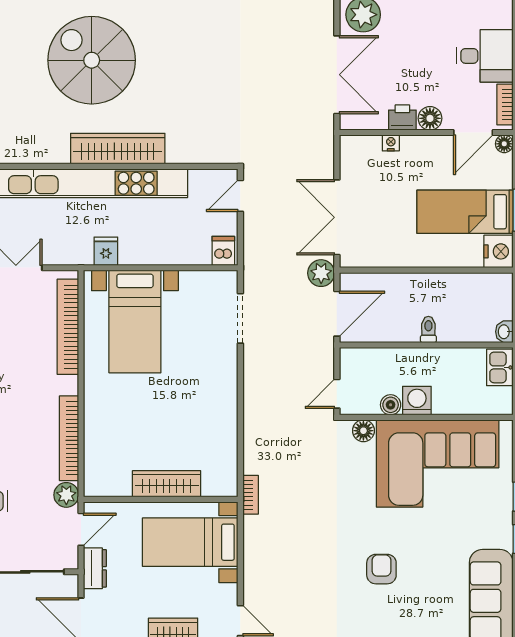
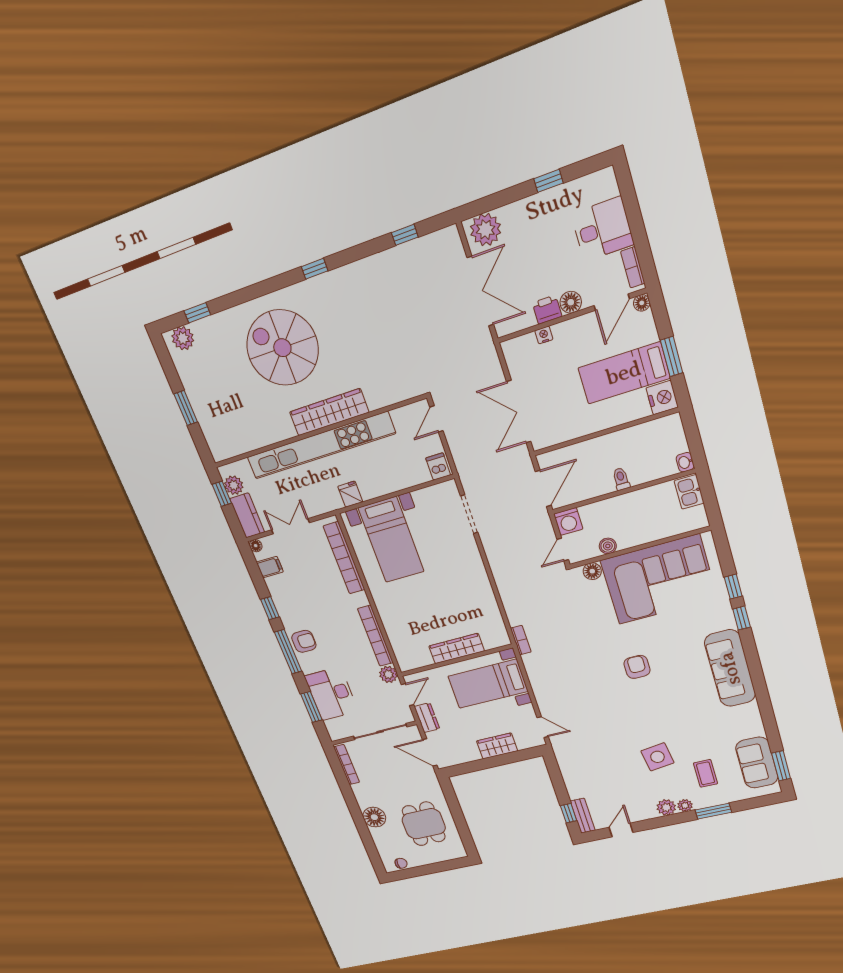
plant: (321, 273) -> (520, 460), removed
washing machine: (417, 401) -> (568, 521), moved, turned 180

